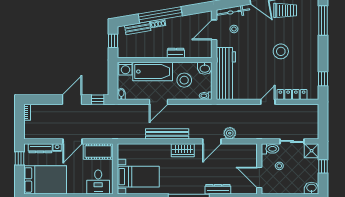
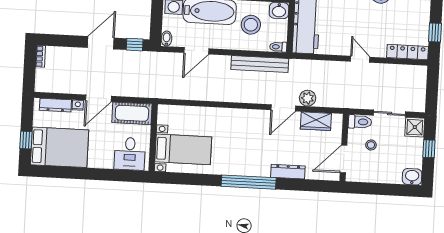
locker: (292, 94) -> (408, 52), moved
door: (158, 102) -> (196, 51), moved
door: (268, 102) -> (360, 59), hinge flipped
bench: (167, 134) -> (260, 64), moved
wardrobe: (183, 150) -> (316, 121), moved
window: (19, 158) -> (26, 140), moved
door: (259, 177) -> (344, 159), hinge flipped

